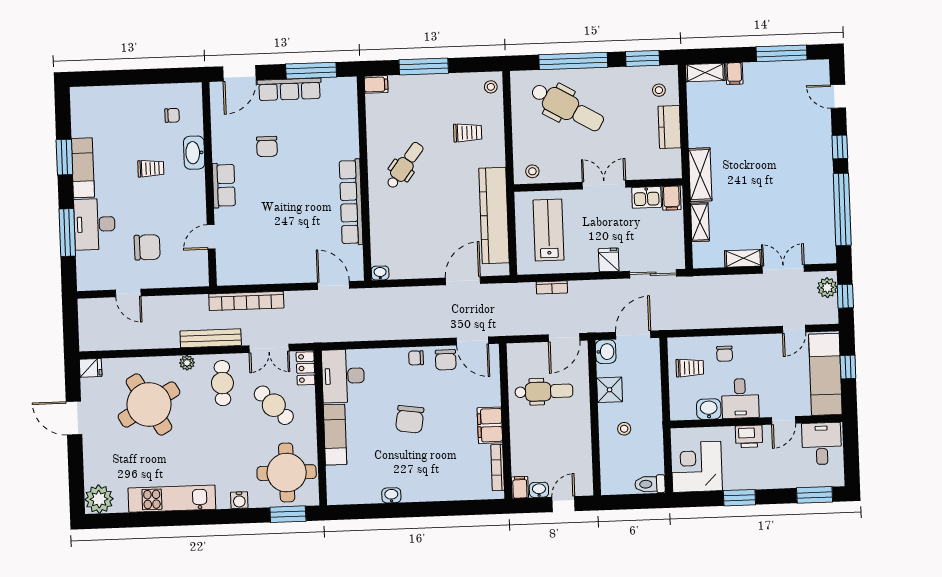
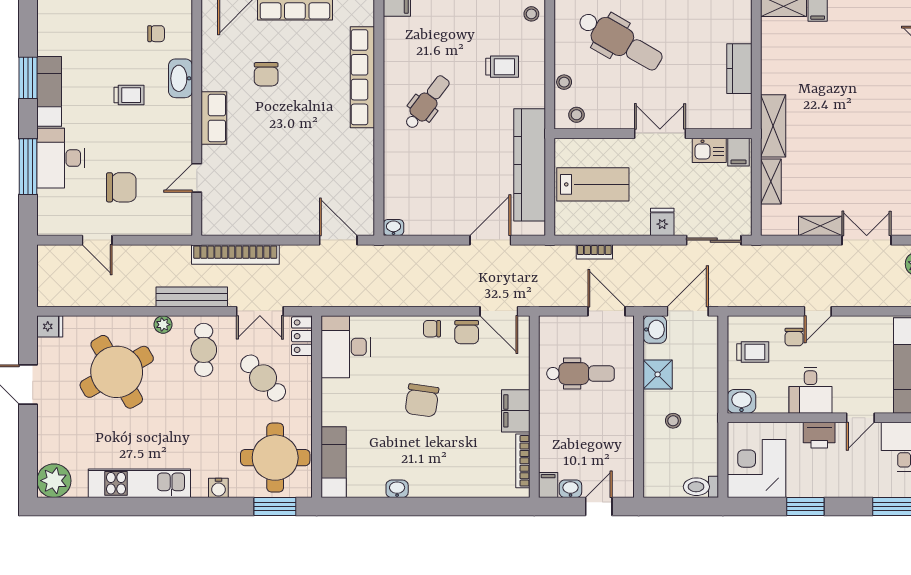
stool: (659, 90) -> (564, 82), moved
row of seats: (351, 202) -> (362, 77), moved
lab bench: (549, 230) -> (593, 184), turned 90
door: (794, 329) -> (818, 311), moved
door: (564, 338) -> (606, 311), swing flipped
washbasin: (709, 409) -> (742, 401), moved
exam couch: (335, 435) -> (334, 462), moved

